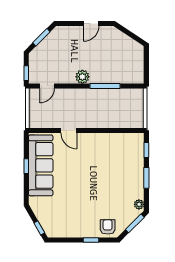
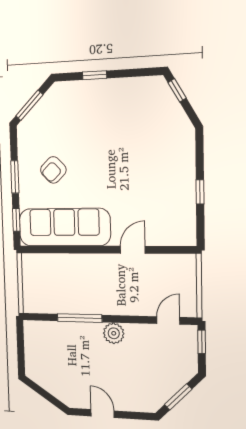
door: (91, 24) -> (103, 413), hinge flipped
door: (69, 131) -> (133, 250), hinge flipped
sofa: (41, 165) -> (64, 227), moved, turned 90
plant: (139, 204) -> (24, 135), removed
armchair: (108, 227) -> (53, 170), moved, turned 46

